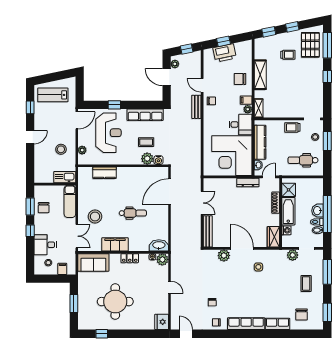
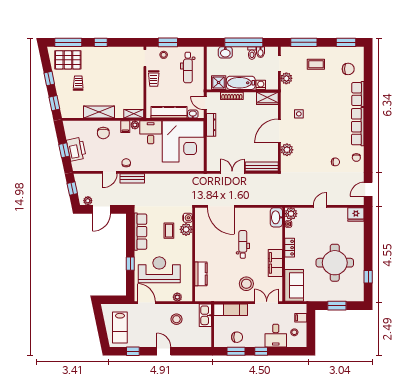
washbasin: (318, 211) -> (225, 52), moved

